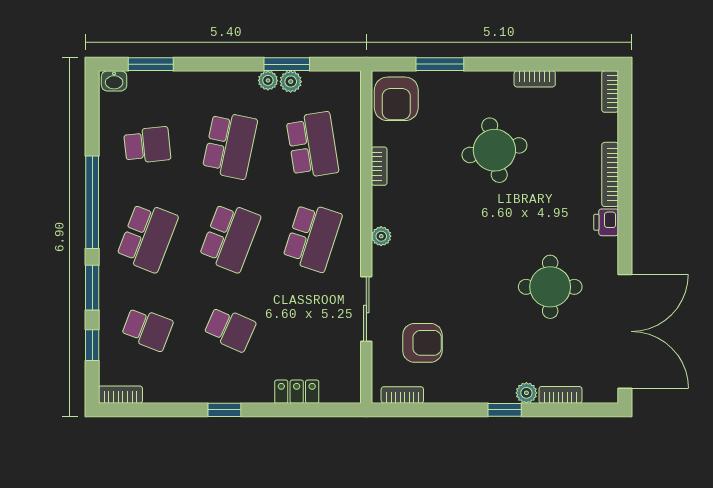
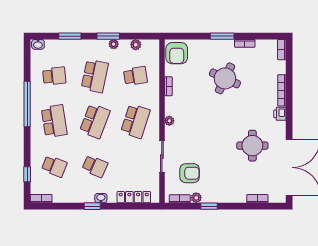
window: (151, 64) -> (70, 36), moved
window: (287, 64) -> (108, 36), moved
window: (440, 64) -> (222, 36), moved
plant: (291, 82) -> (136, 45), moved
school desk: (312, 145) -> (135, 76), width x0.54
round table: (494, 150) -> (225, 78), turned 36
school desk: (147, 237) -> (54, 121), turned -30
window: (92, 288) -> (27, 146), removed
locker: (297, 392) -> (134, 197), width x1.53
plant: (526, 393) -> (196, 198), moved
washbasin: (242, 394) -> (101, 198), added
window: (505, 410) -> (209, 206), moved

